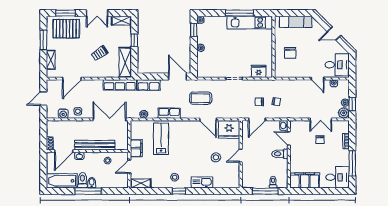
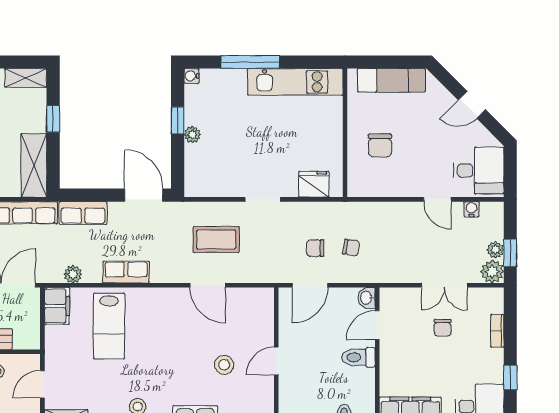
window: (240, 13) -> (250, 62), moved
window: (194, 30) -> (178, 120), moved
coffee table: (201, 98) -> (216, 239), moved
fridge: (229, 129) -> (252, 306), removed
door: (289, 138) -> (377, 325), hinge flipped
lab bench: (161, 139) -> (109, 326), turned 180
filing cabinet: (136, 148) -> (57, 306), moved
window: (352, 163) -> (510, 378), width x0.46

